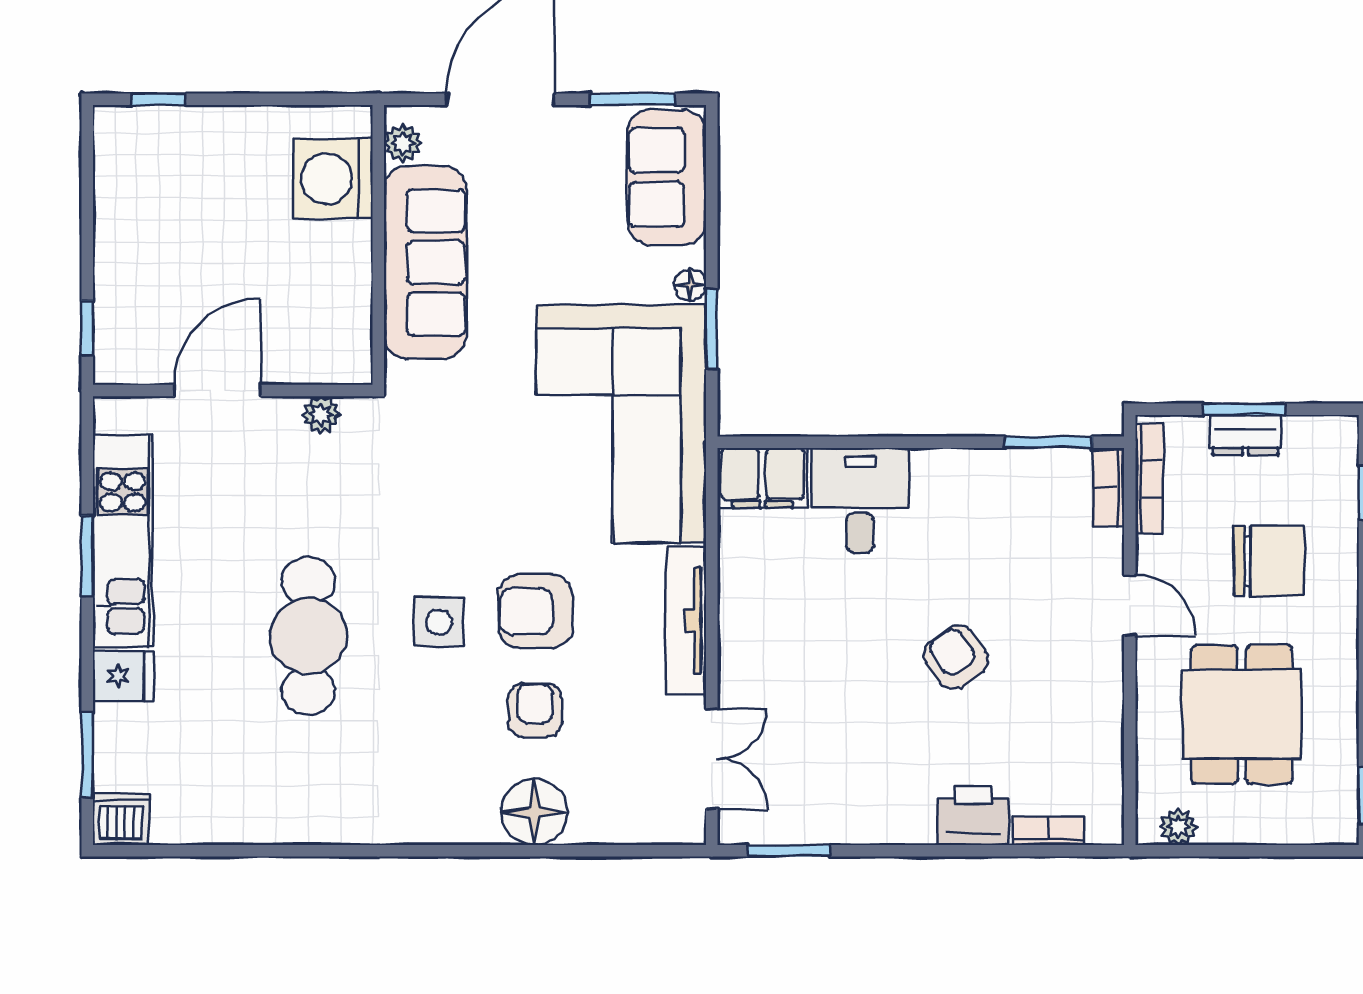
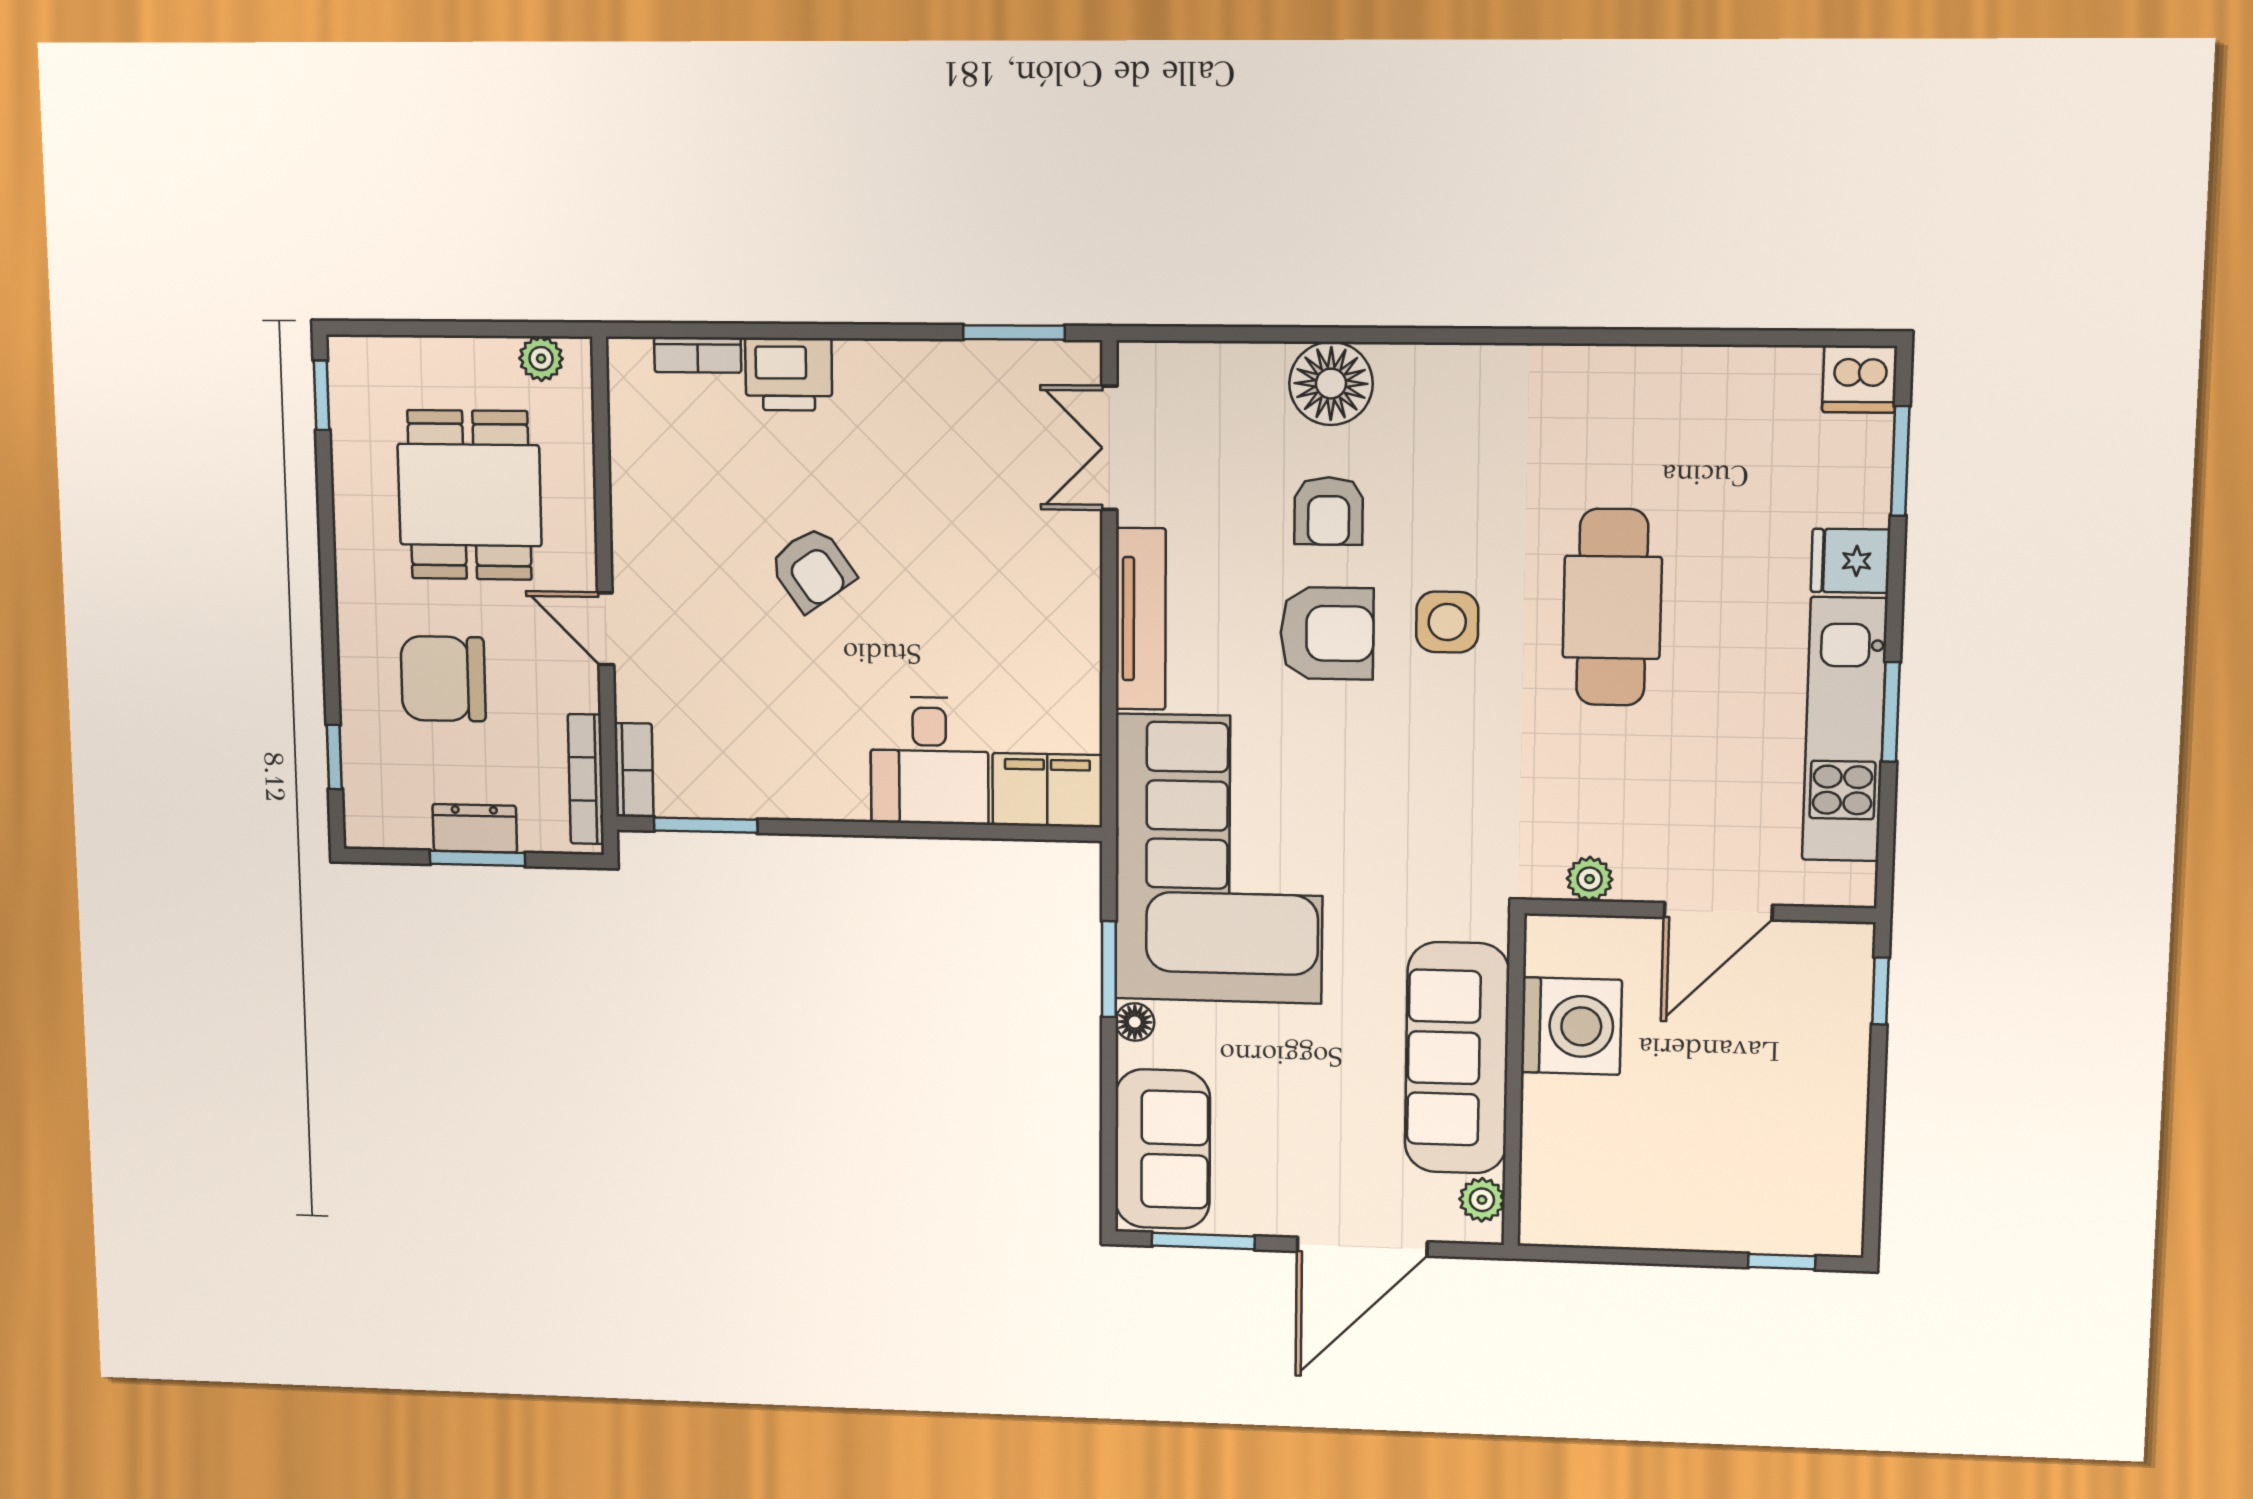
washing machine: (333, 179) -> (1571, 1026), moved

